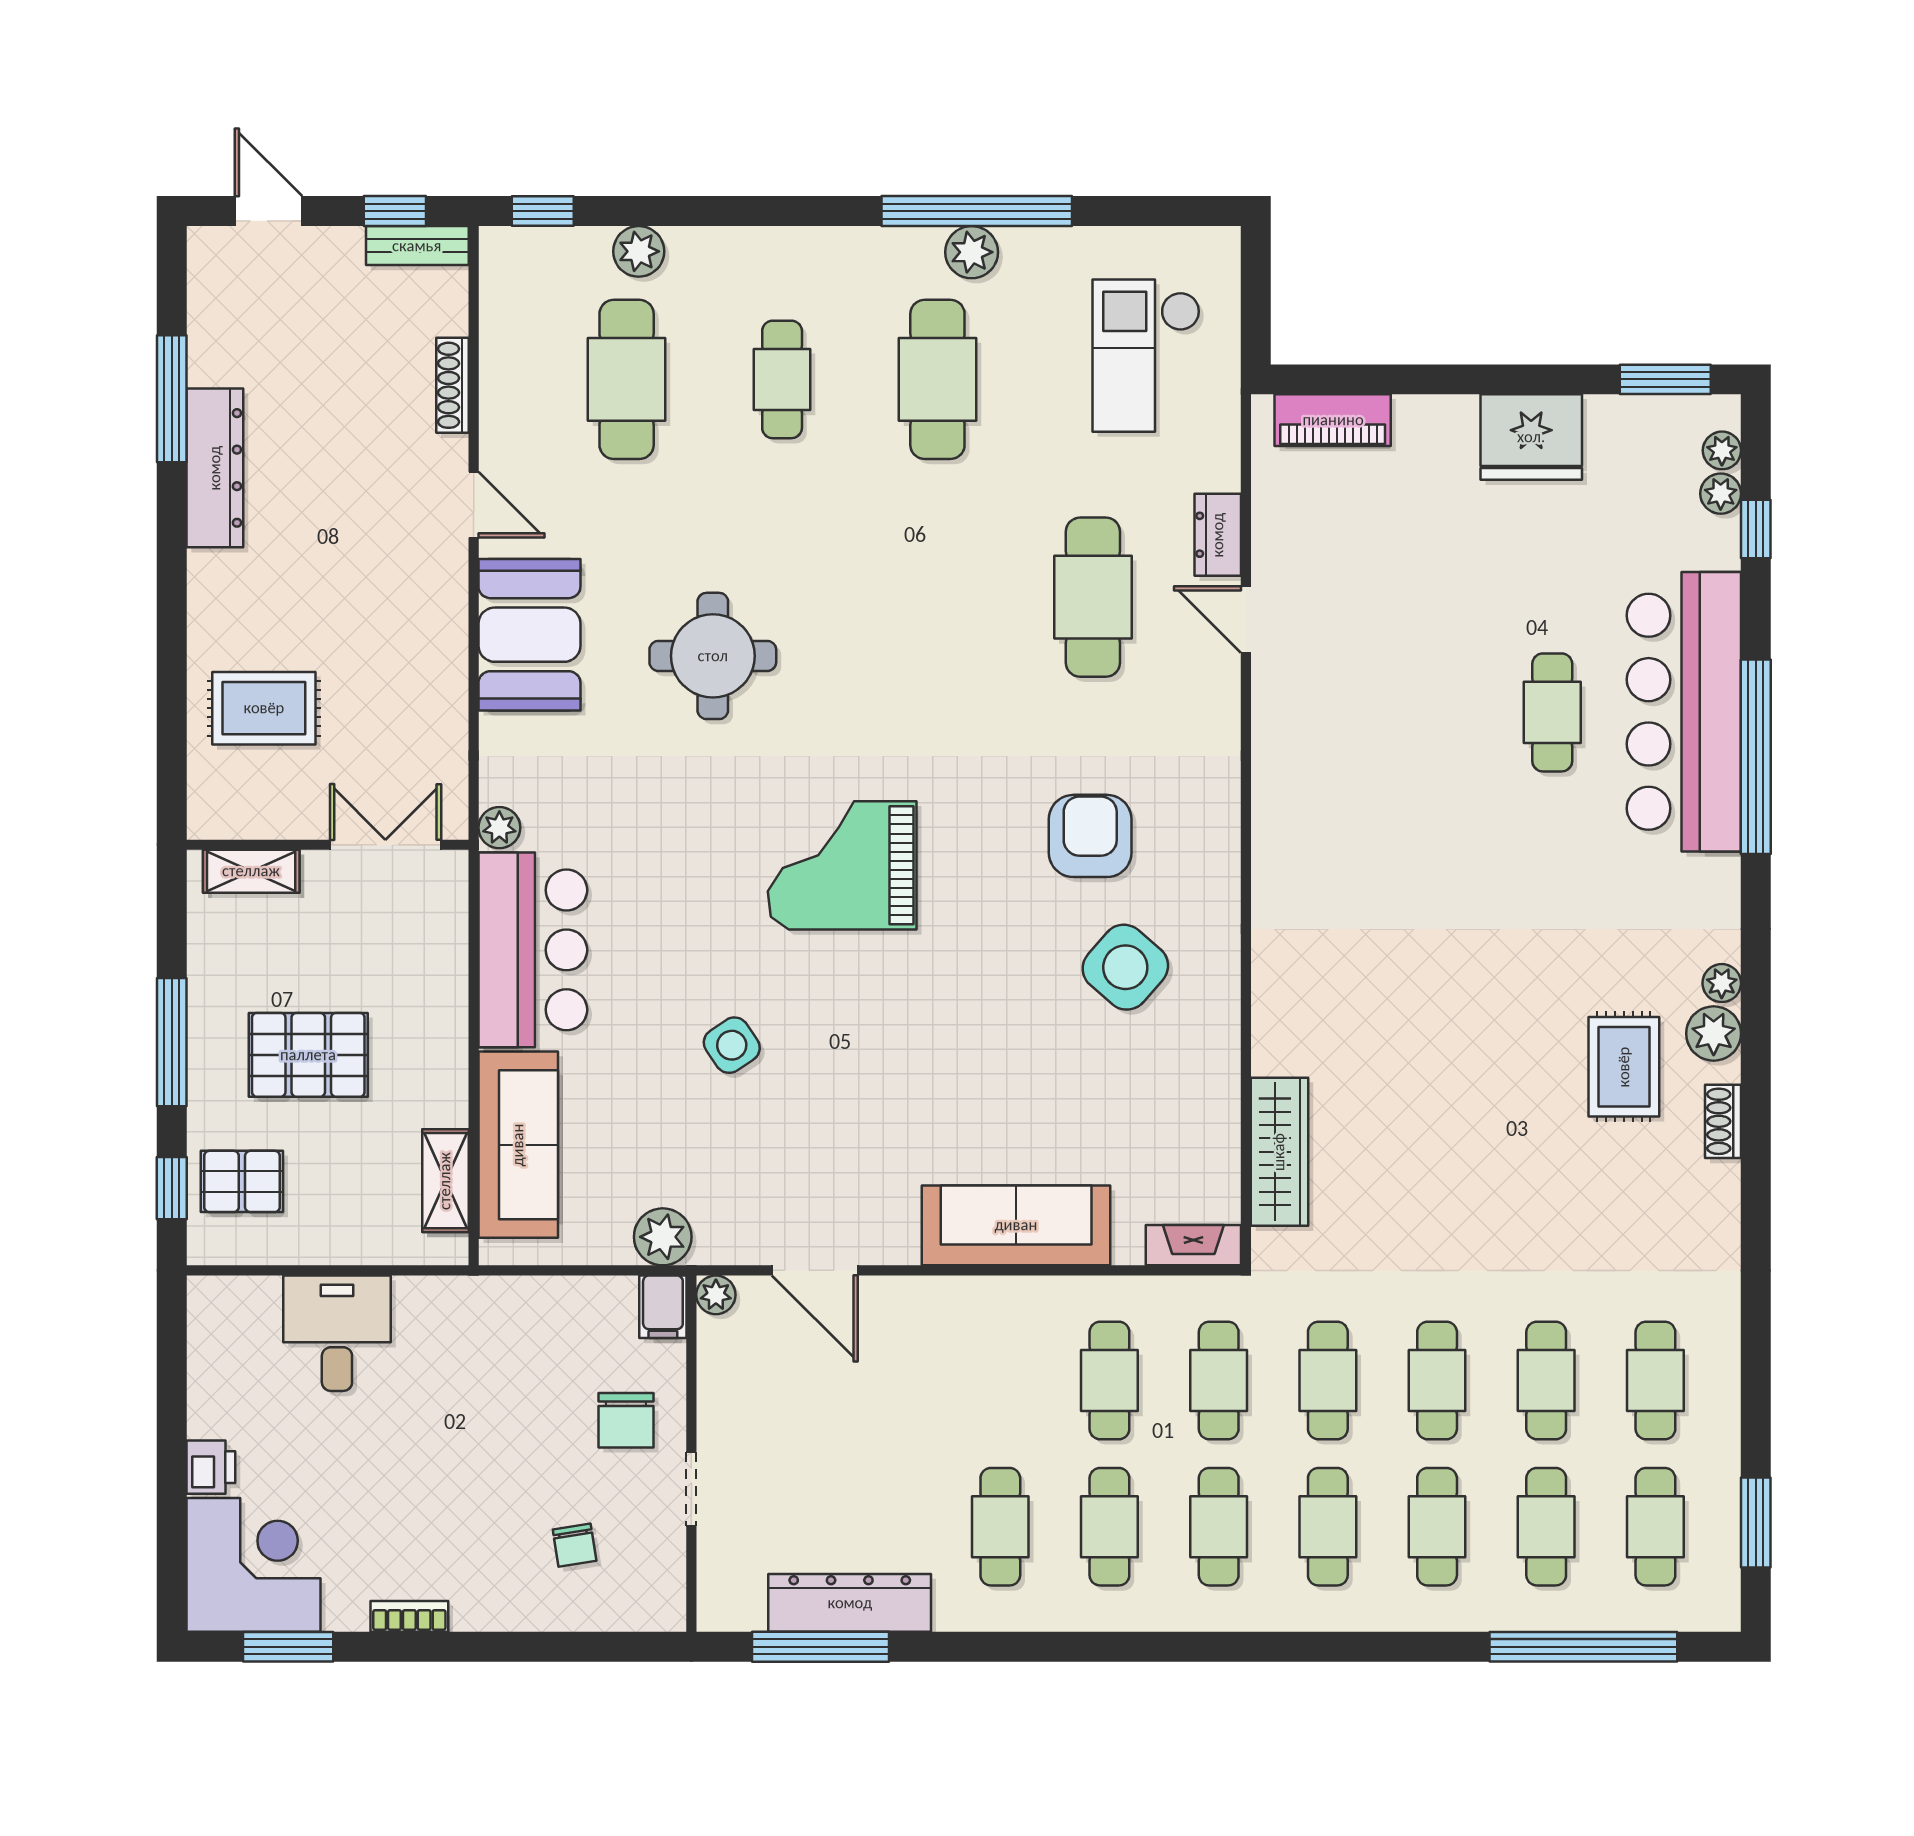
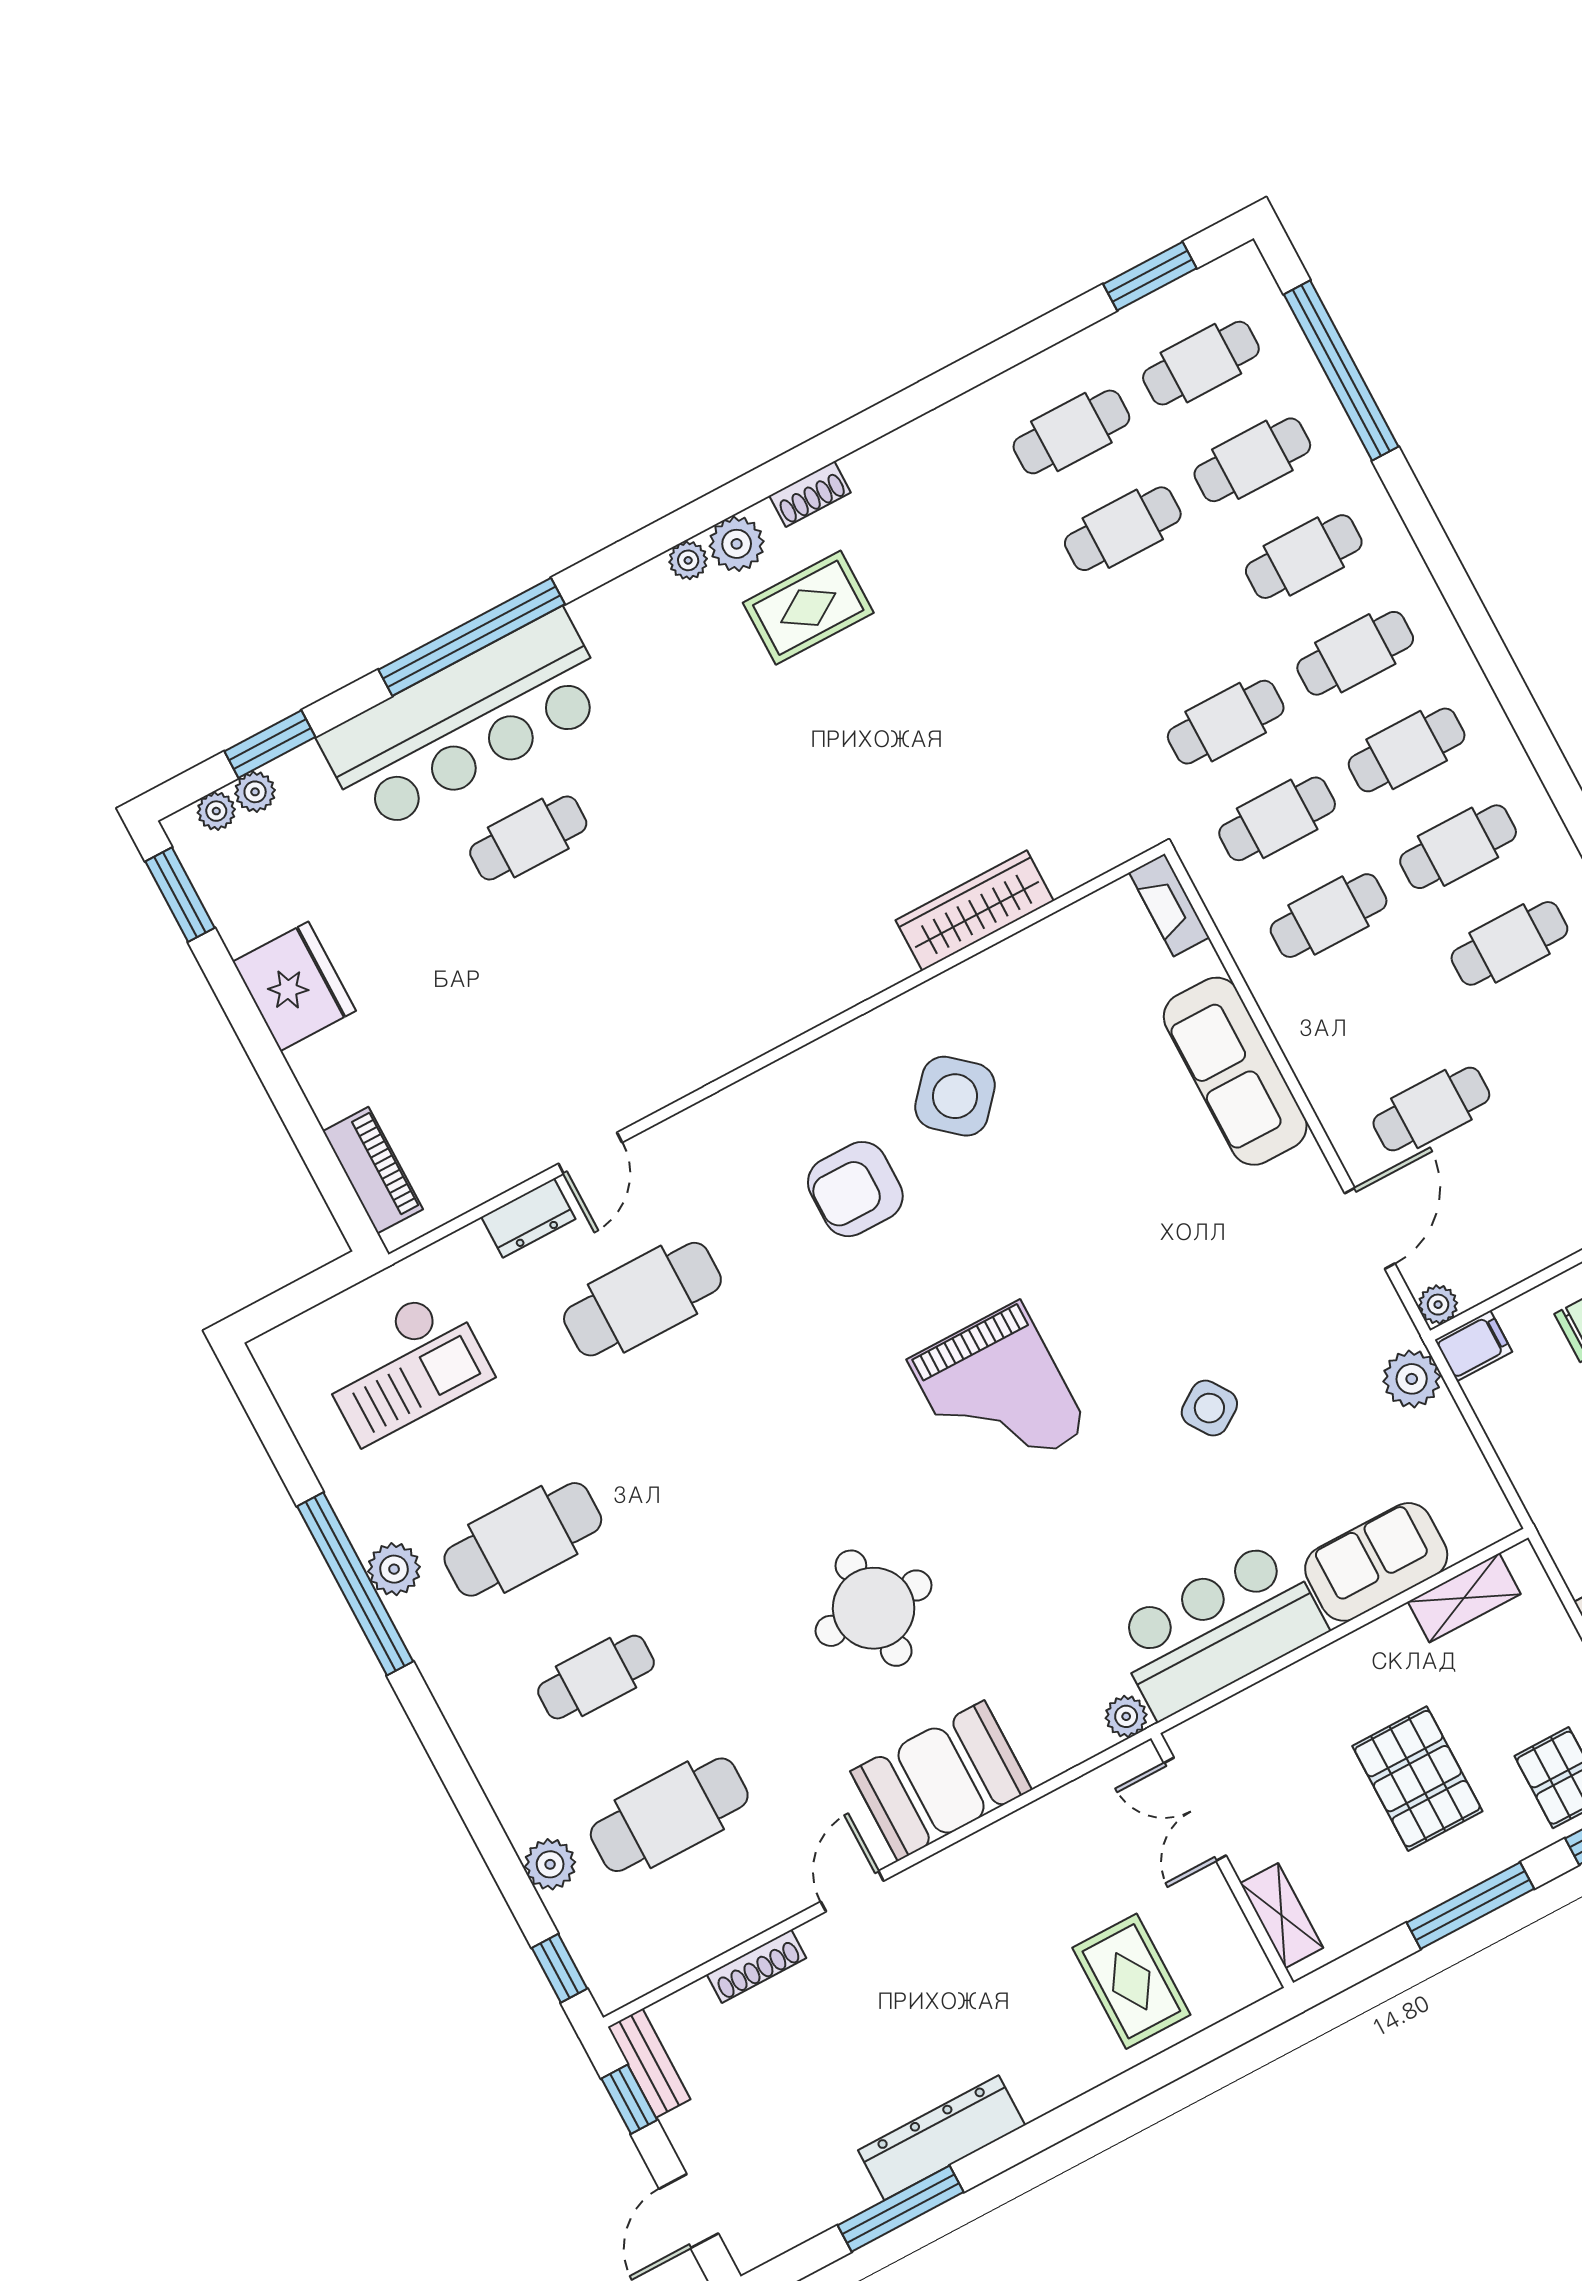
window: (1756, 529) -> (270, 744), width x1.50
sofa: (518, 1145) -> (1376, 1562), width x0.73
wardrobe: (1279, 1152) -> (975, 911), moved
cafe table: (1437, 1380) -> (1431, 1109), moved

